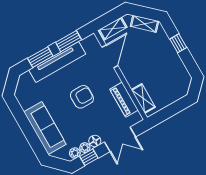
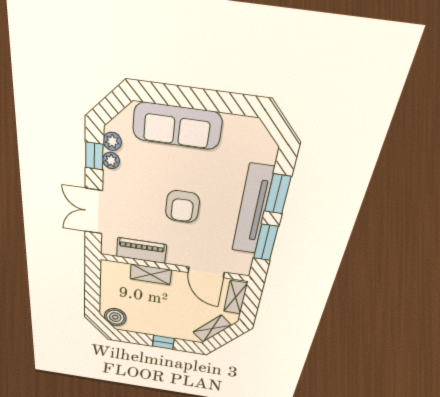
boiler: (182, 84) -> (115, 317), added
shelving: (143, 98) -> (151, 274), moved
floor lamp: (95, 141) -> (112, 180), removed

